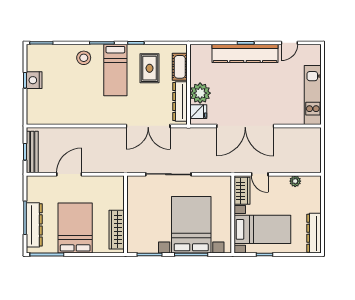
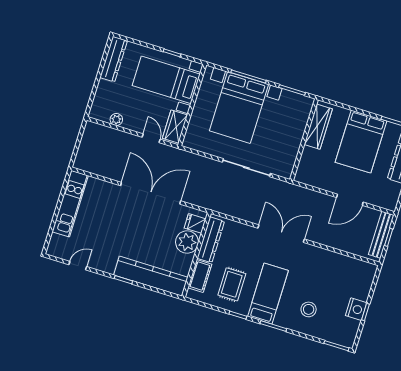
kitchen counter: (245, 53) -> (151, 276), moved
stool: (84, 58) -> (309, 309), moved
double door: (148, 126) -> (281, 234), moved

